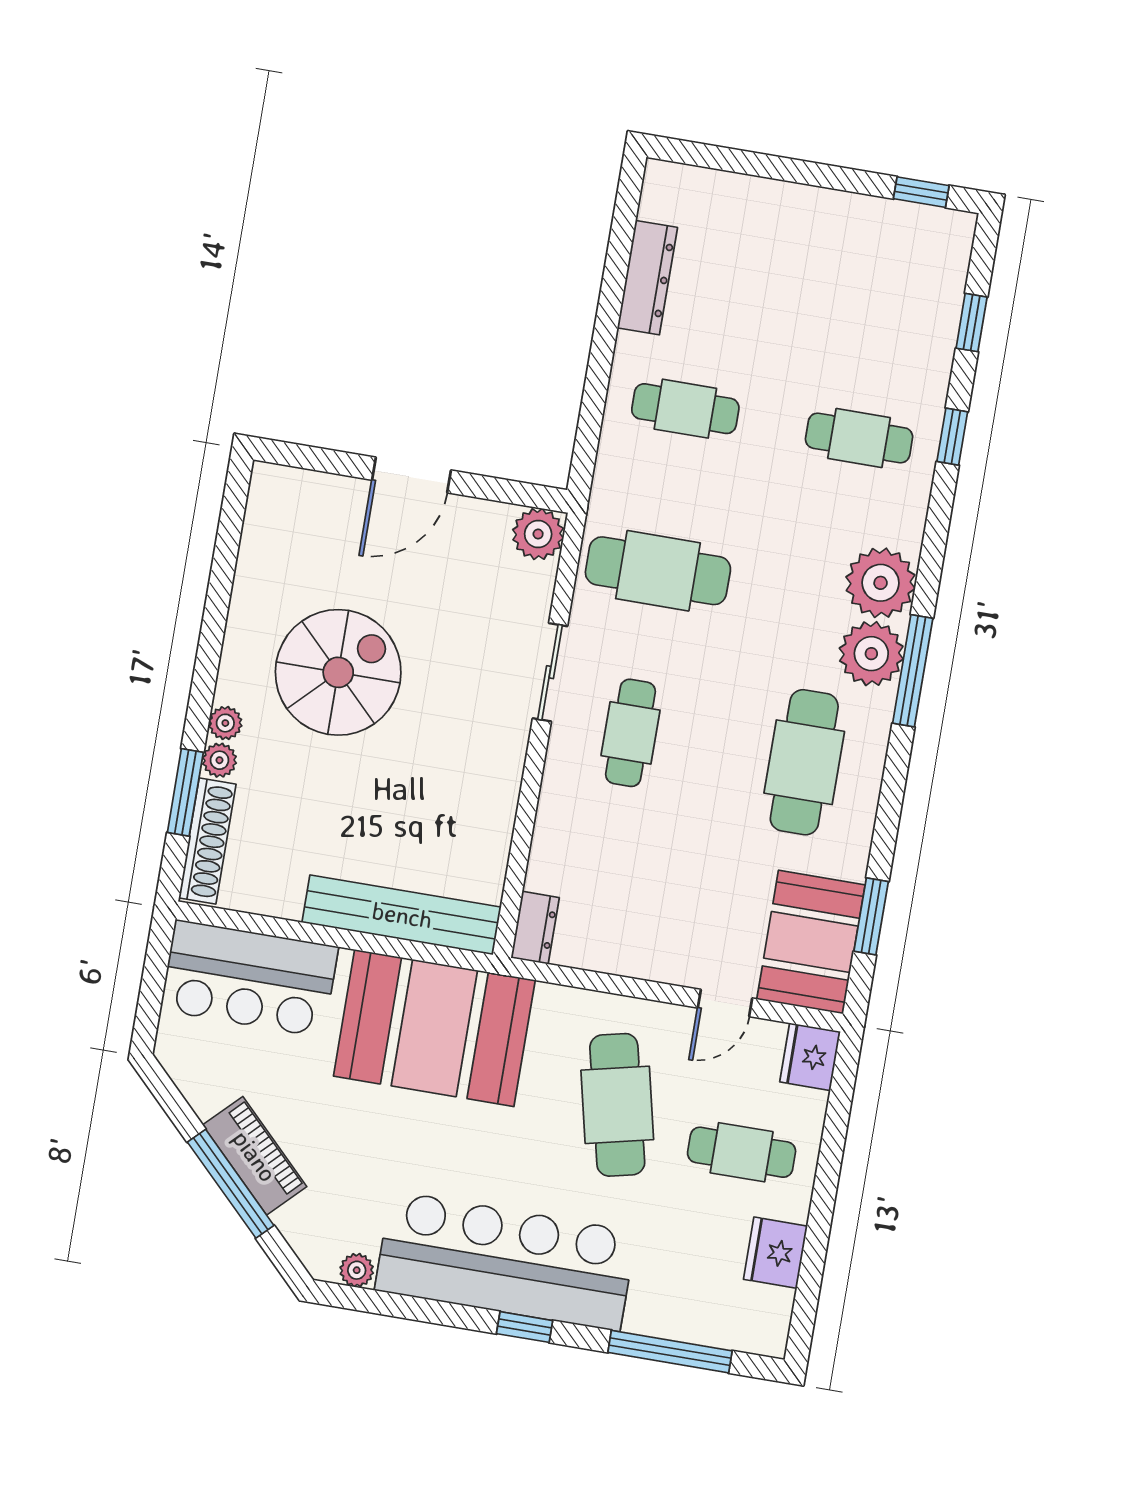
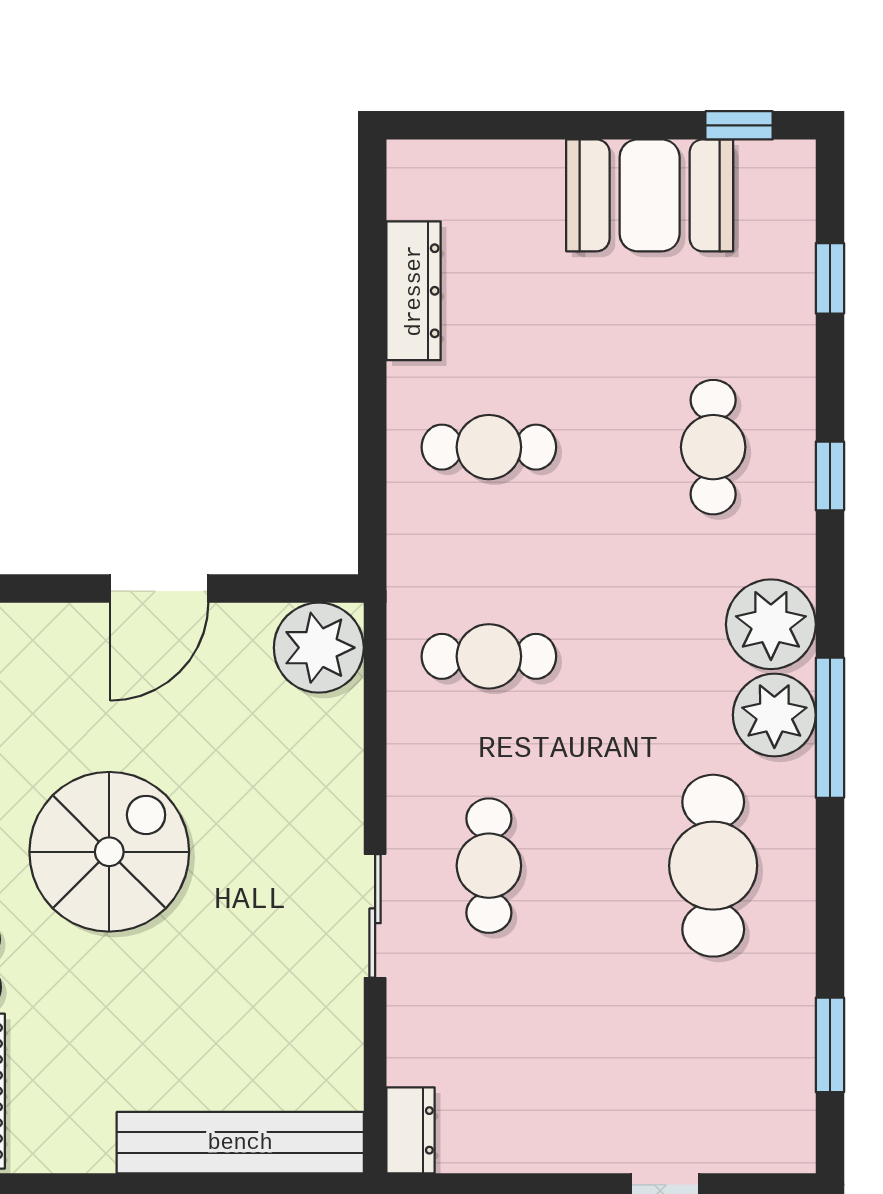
window: (952, 437) -> (830, 476), moved
cafe table: (859, 438) -> (713, 447), turned 90
plant: (538, 534) -> (319, 648), width x1.36, depth x1.36
cafe table: (658, 571) -> (489, 656), width x0.73, depth x0.74
sliding door: (550, 672) -> (375, 916), moved
booth: (811, 942) -> (650, 195), moved, turned 90

